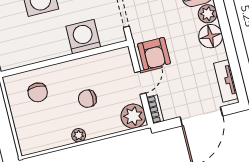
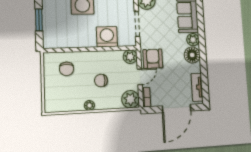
armchair: (154, 54) -> (153, 59), turned 180
plant: (121, 58) -> (130, 57), added

